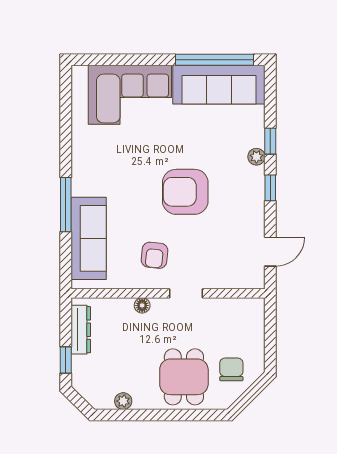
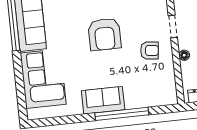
window: (66, 205) -> (122, 114), width x1.46
sofa: (89, 238) -> (103, 100), moved, width x0.73

